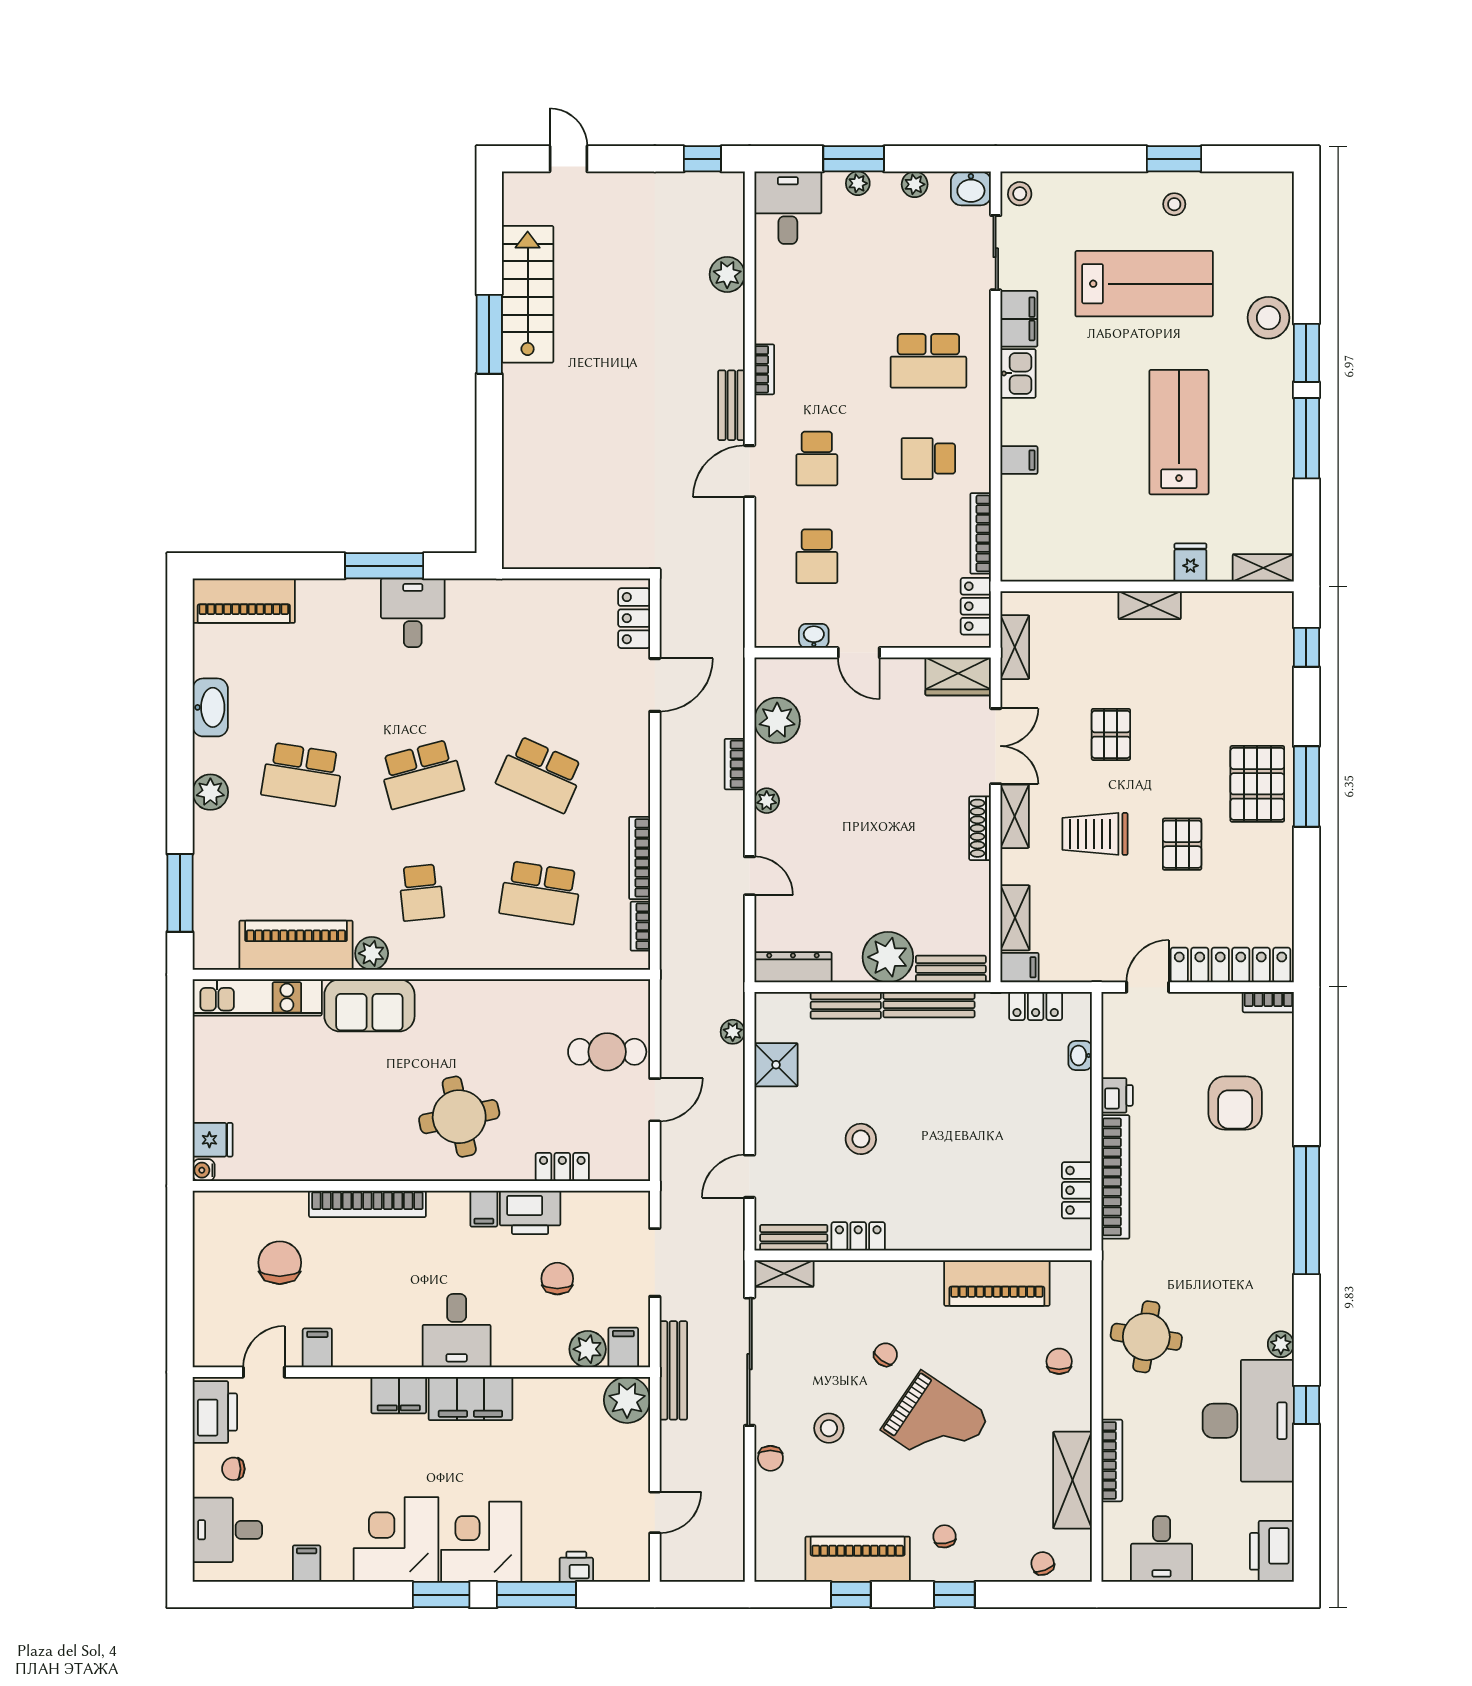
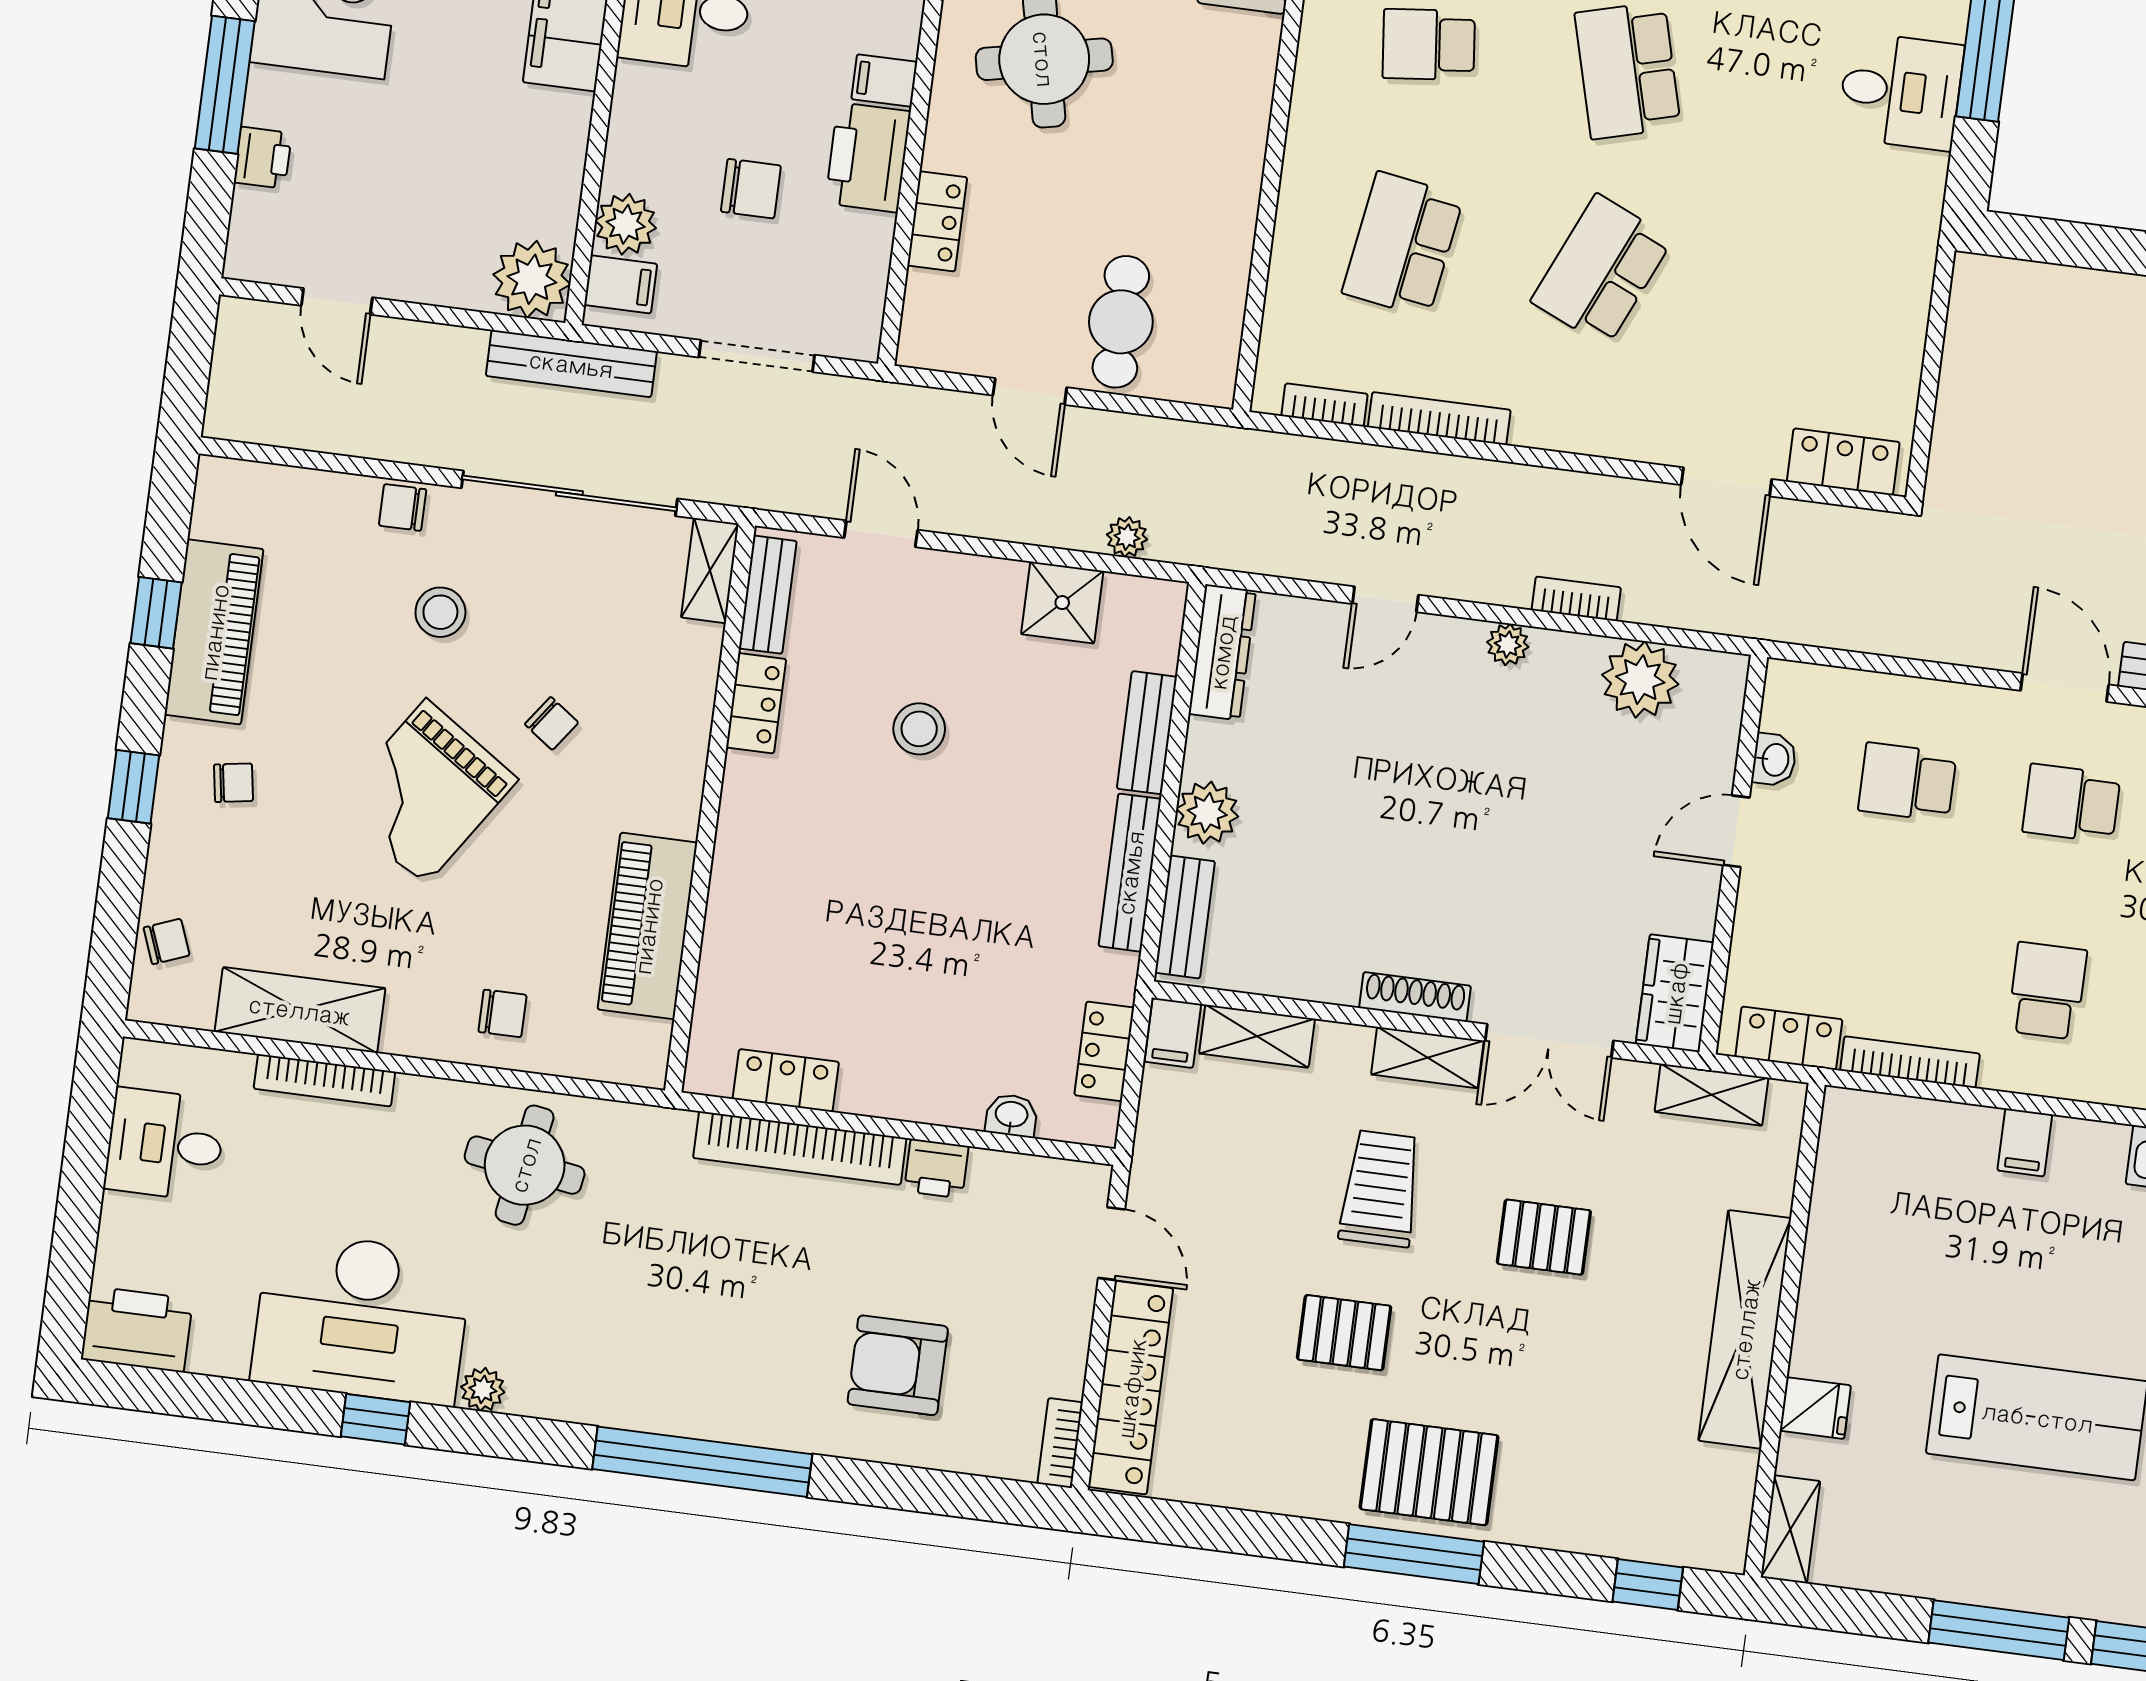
shelving: (1150, 605) -> (1745, 1329), width x2.20, depth x1.33
plant: (888, 957) -> (1207, 813), width x0.73, depth x0.73

